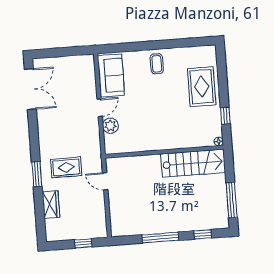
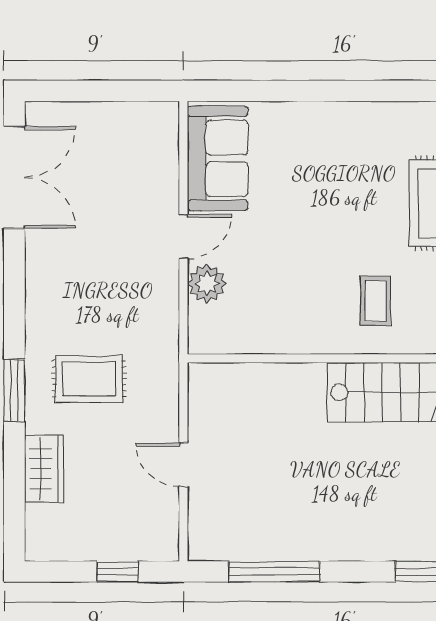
coffee table: (157, 64) -> (375, 301), moved
door: (105, 181) -> (183, 465), moved
window: (160, 238) -> (274, 571), moved

